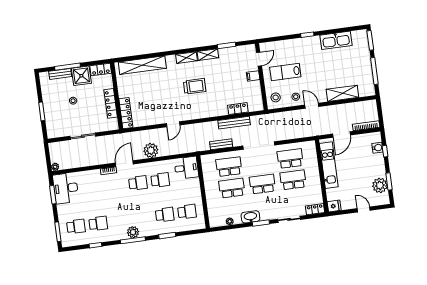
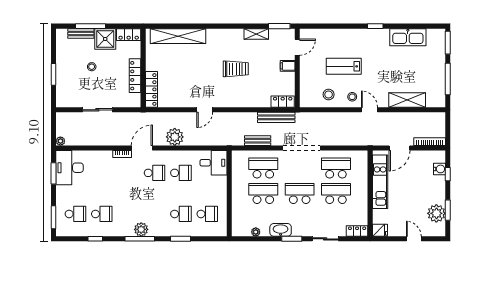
shelving: (187, 58) -> (231, 34), removed
door: (259, 59) -> (297, 47), moved
filing cabinet: (253, 76) -> (288, 66), moved
wall: (261, 77) -> (297, 68), moved

